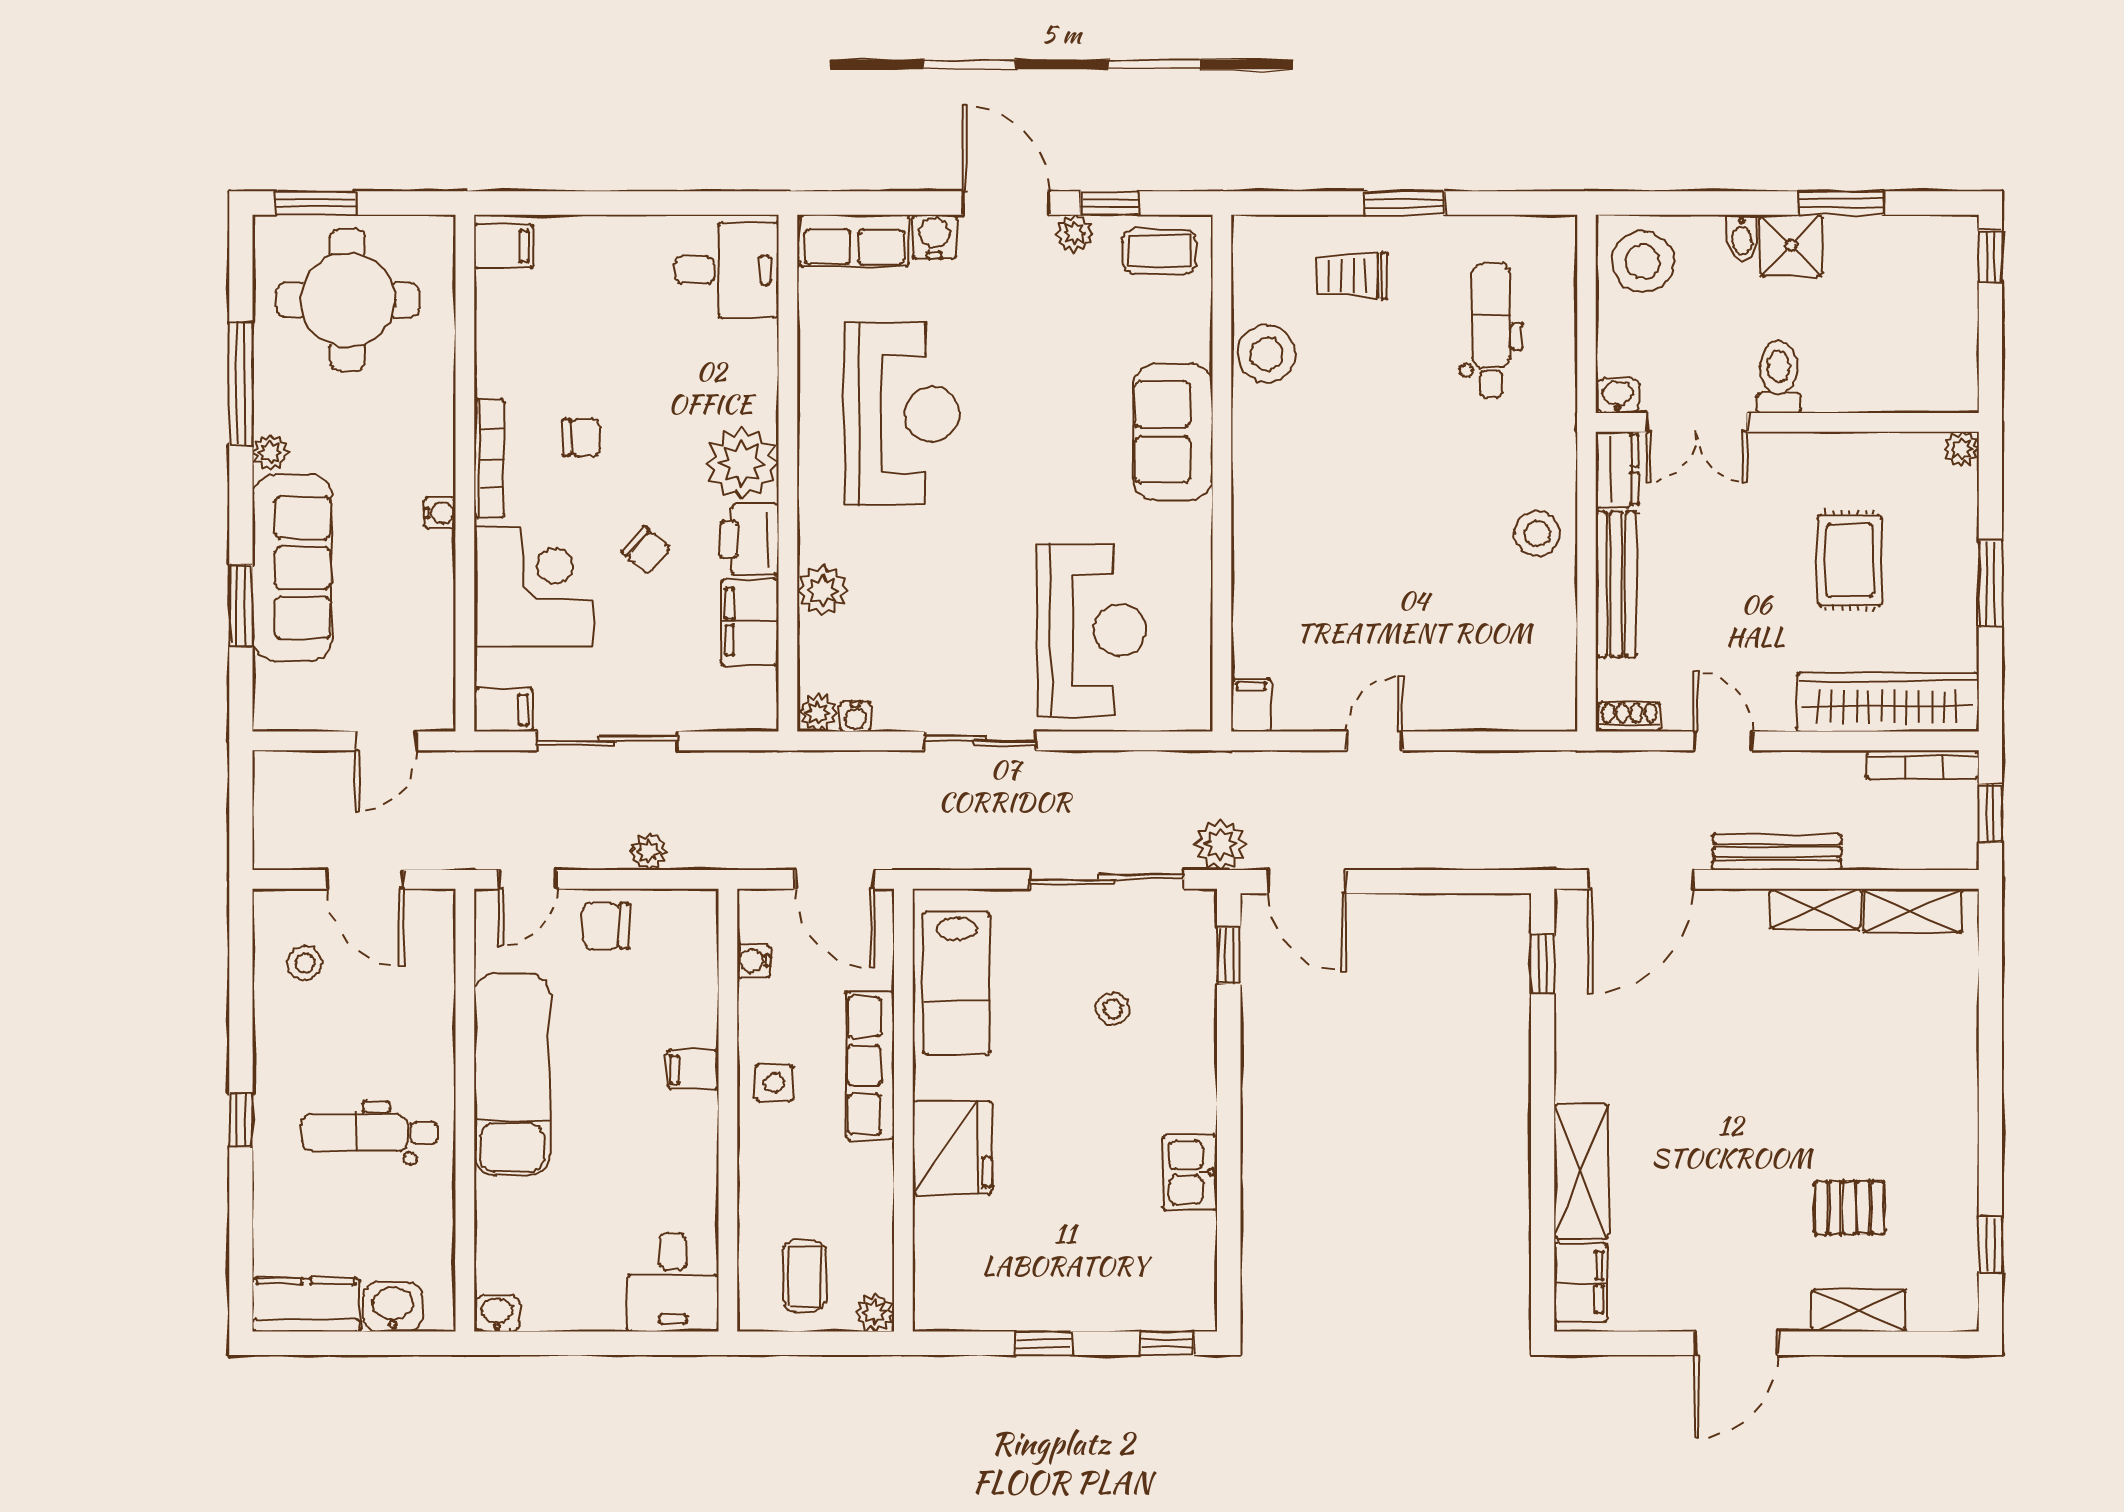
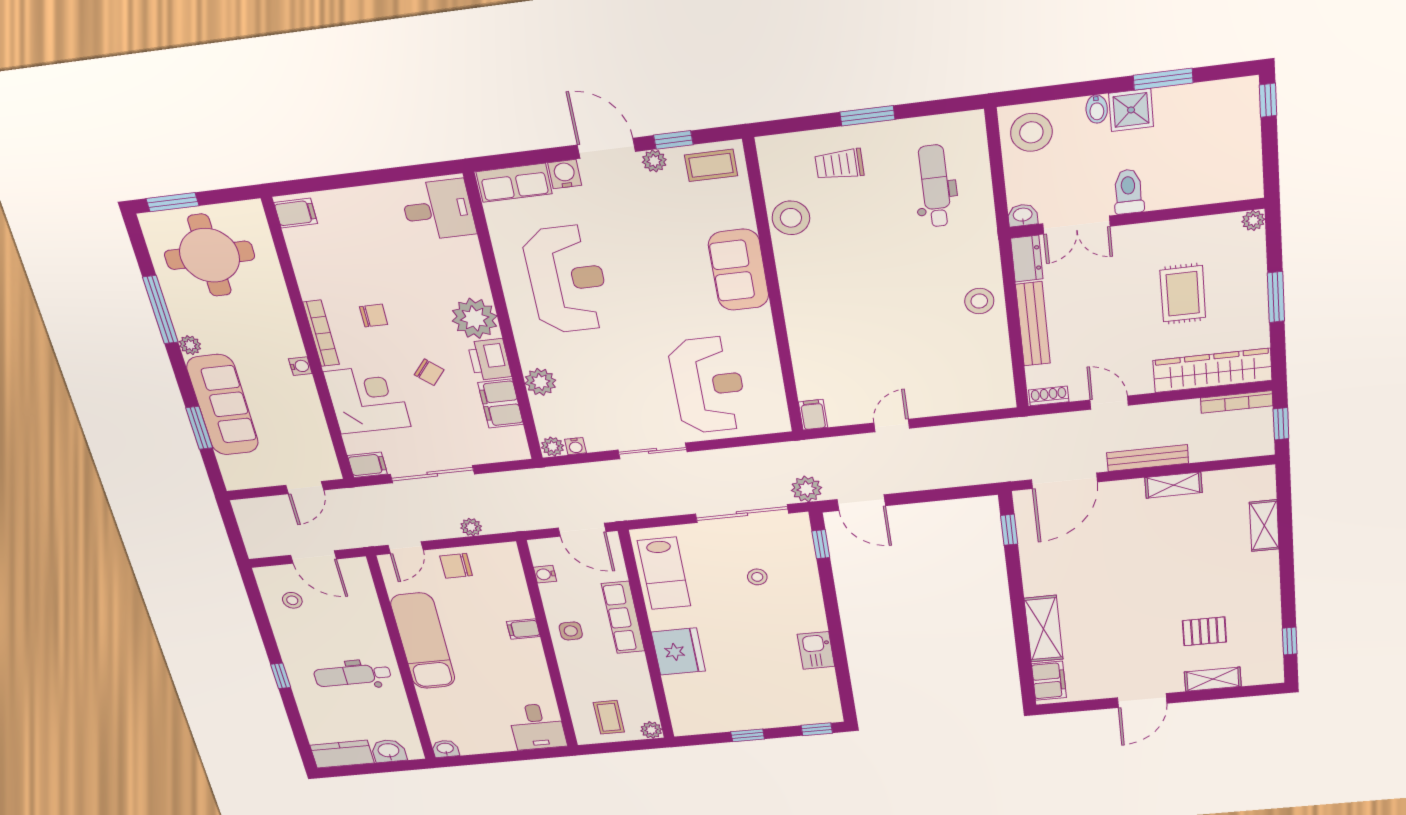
shelving: (1913, 911) -> (1264, 526), moved, turned 90

